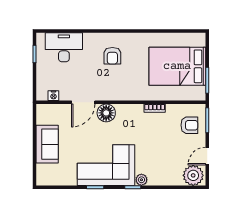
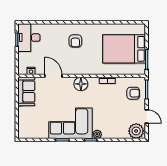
desk: (64, 47) -> (29, 38), moved, turned -90
door: (83, 102) -> (53, 76), swing flipped
floor lamp: (106, 113) -> (81, 84), moved
sofa: (47, 144) -> (26, 92), moved
door: (207, 156) -> (147, 116), swing flipped

